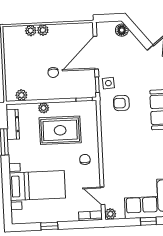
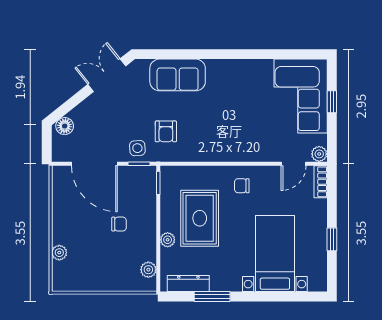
plant: (43, 30) -> (59, 236), removed

